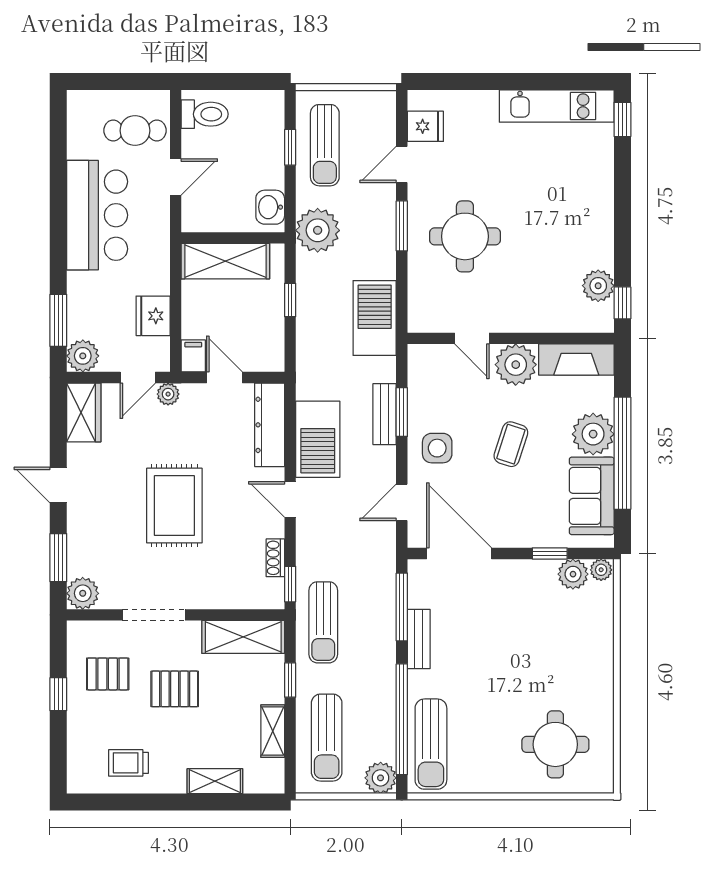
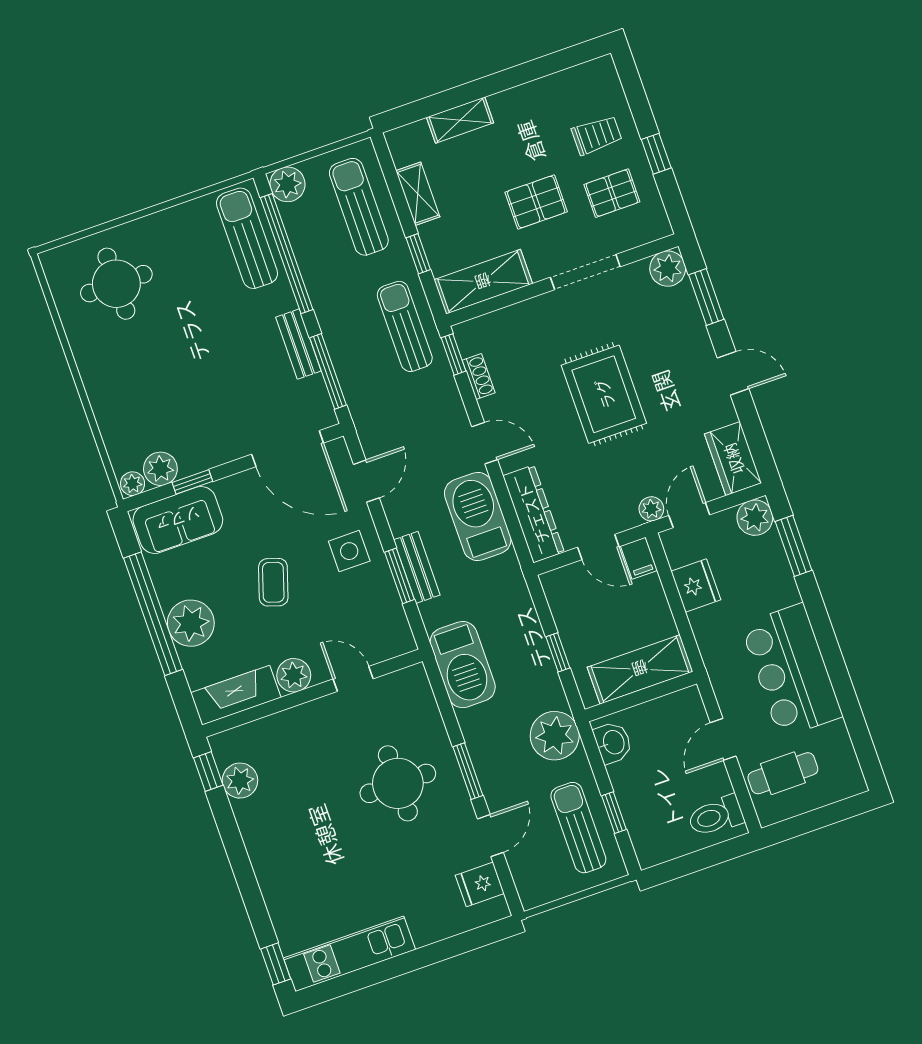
plant: (516, 365) -> (294, 675), width x0.73, depth x0.73
sofa: (592, 496) -> (178, 520), moved, turned 90
trolley: (128, 763) -> (597, 135), moved

